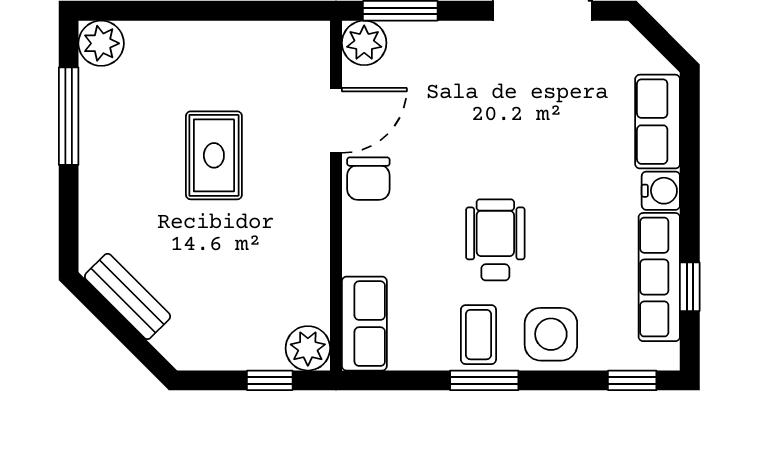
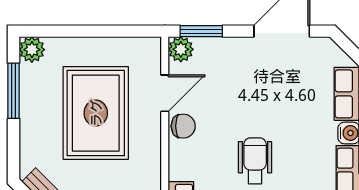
rug: (214, 155) -> (96, 113), width x1.86, depth x2.06
chair: (368, 179) -> (183, 126), turned -90

